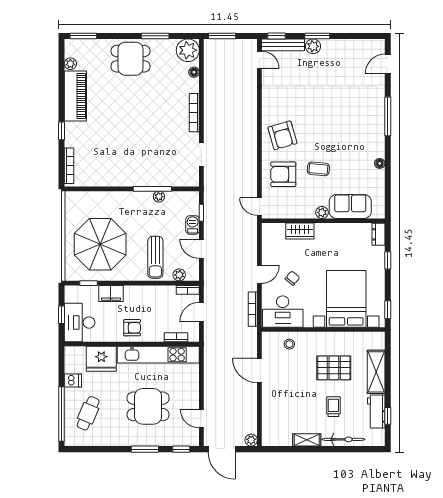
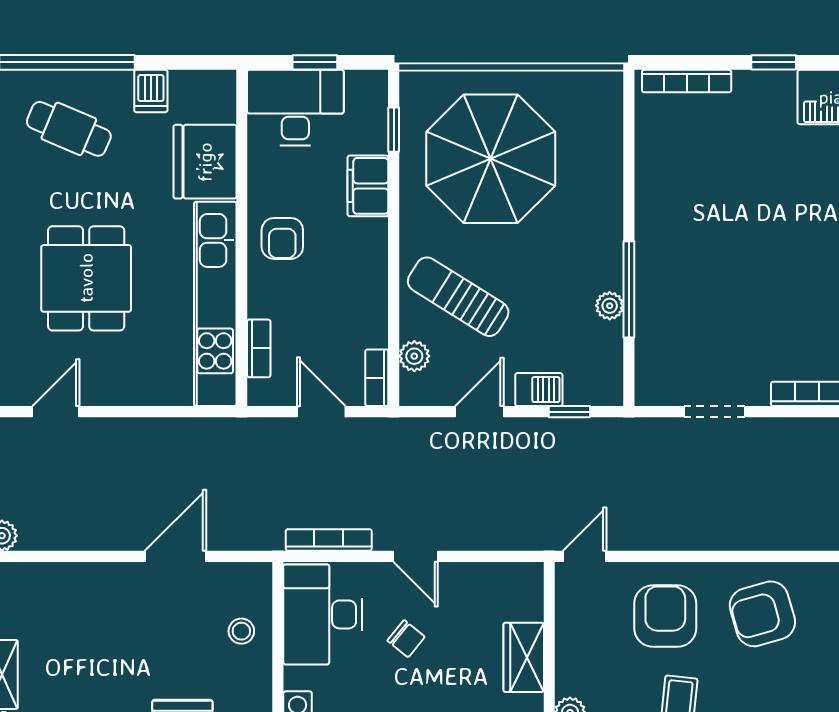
sun lounger: (155, 257) -> (458, 297), turned 32

